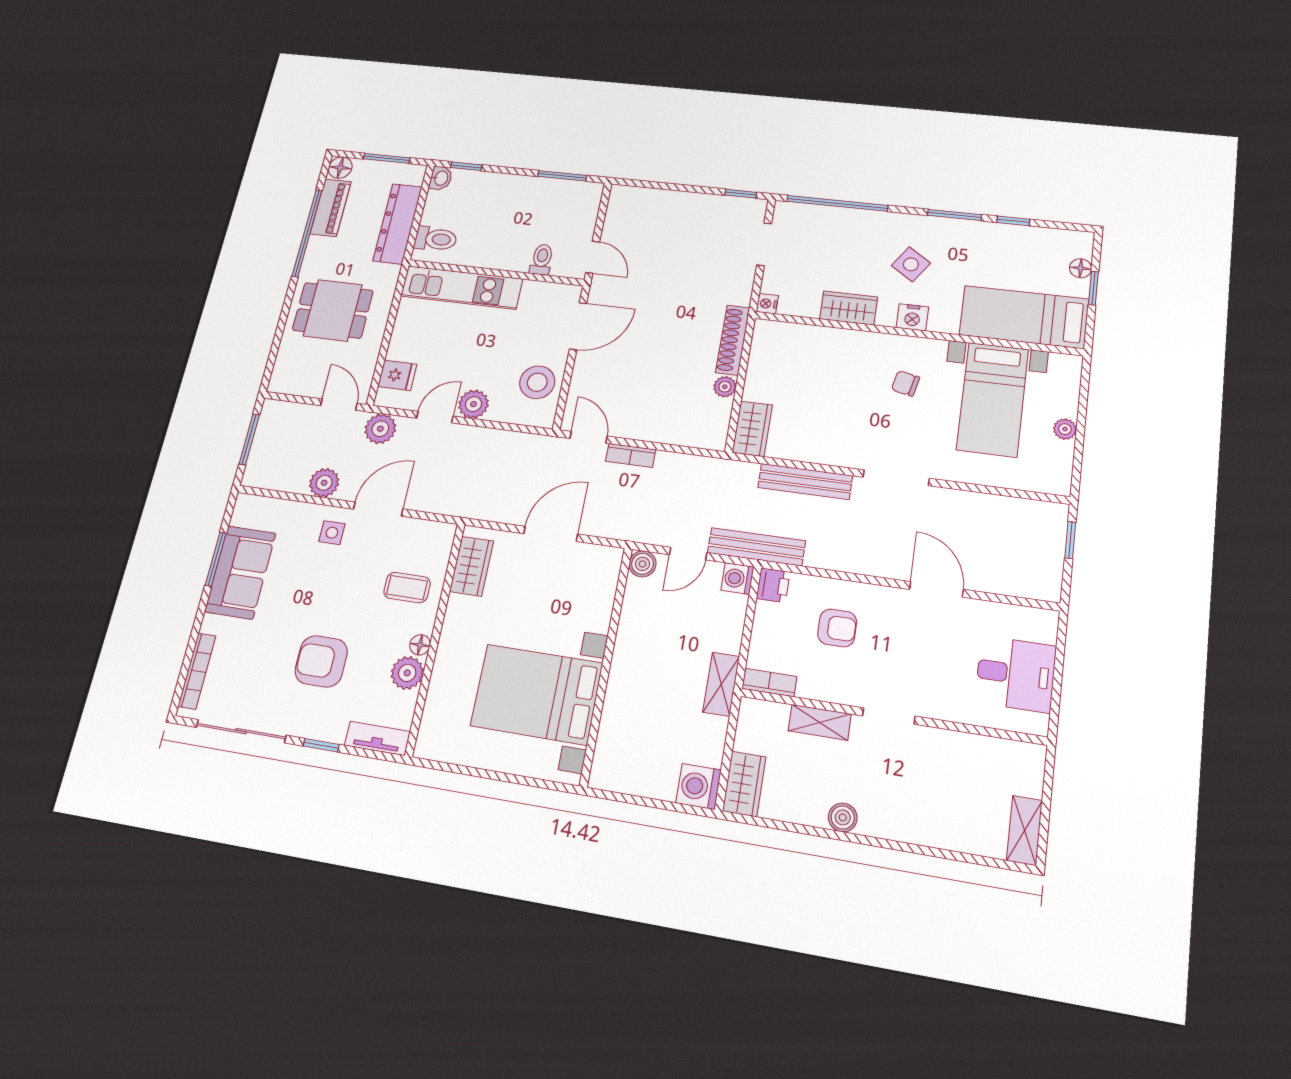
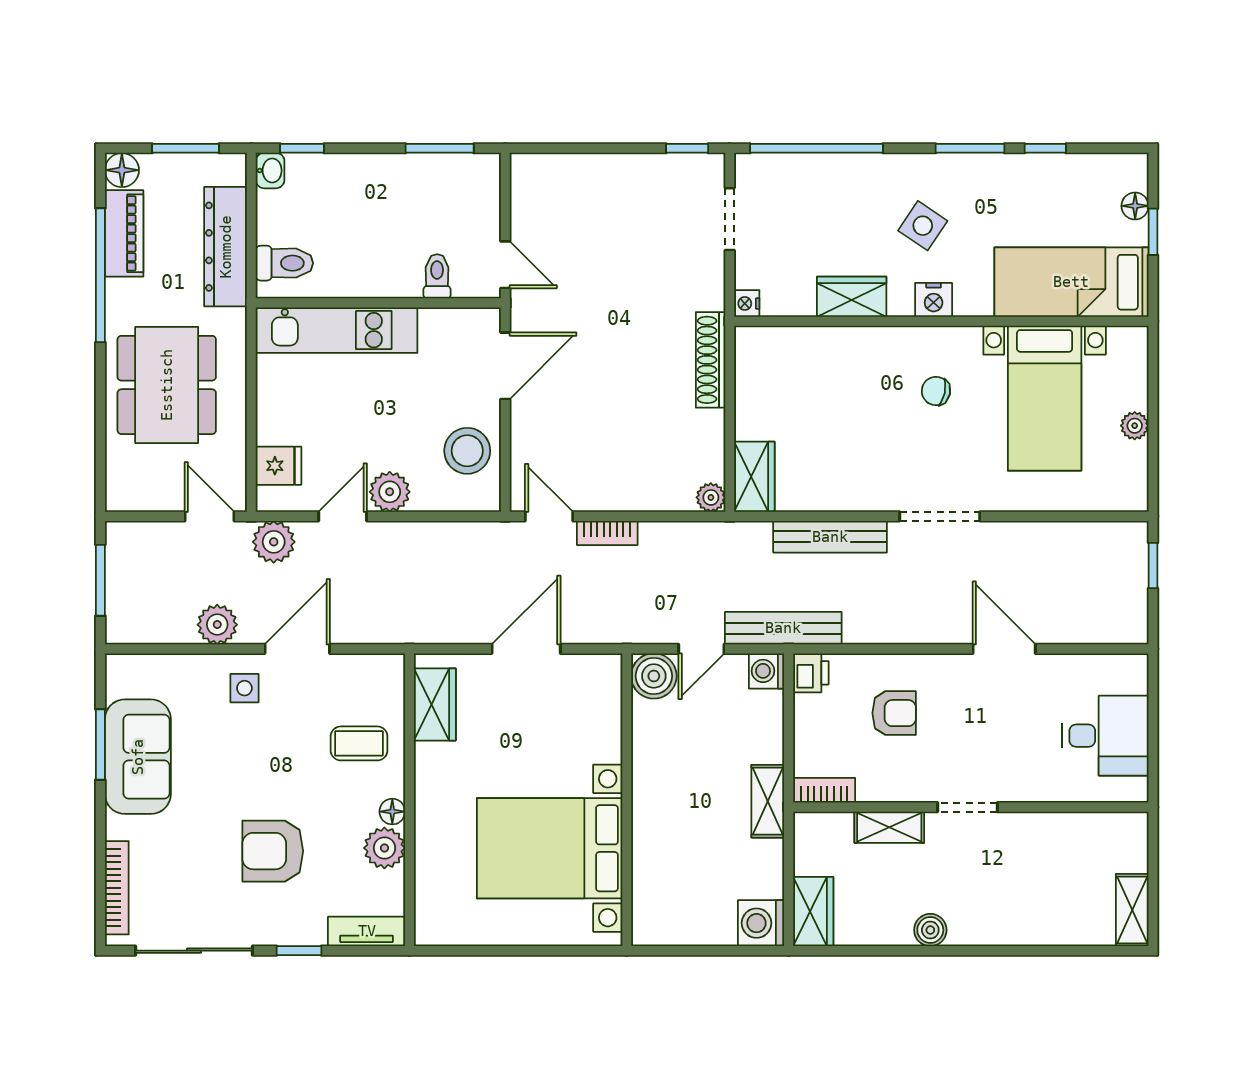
dining table: (333, 310) -> (167, 385), width x1.38
plant: (725, 387) -> (711, 497), moved
boiler: (642, 564) -> (654, 676), width x1.36, depth x1.36

